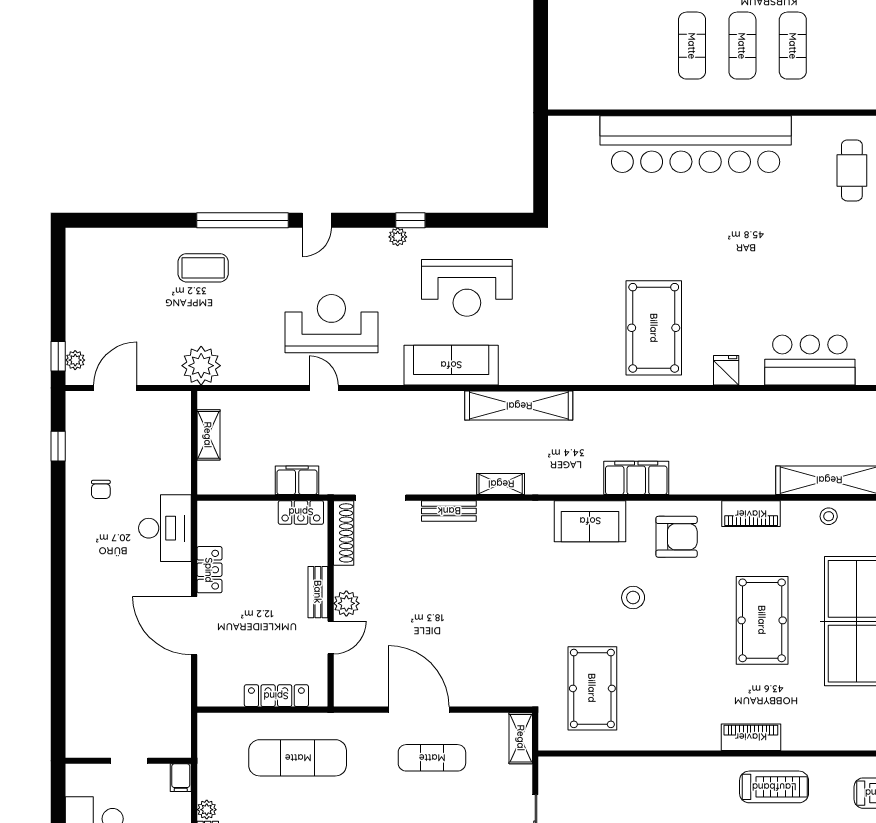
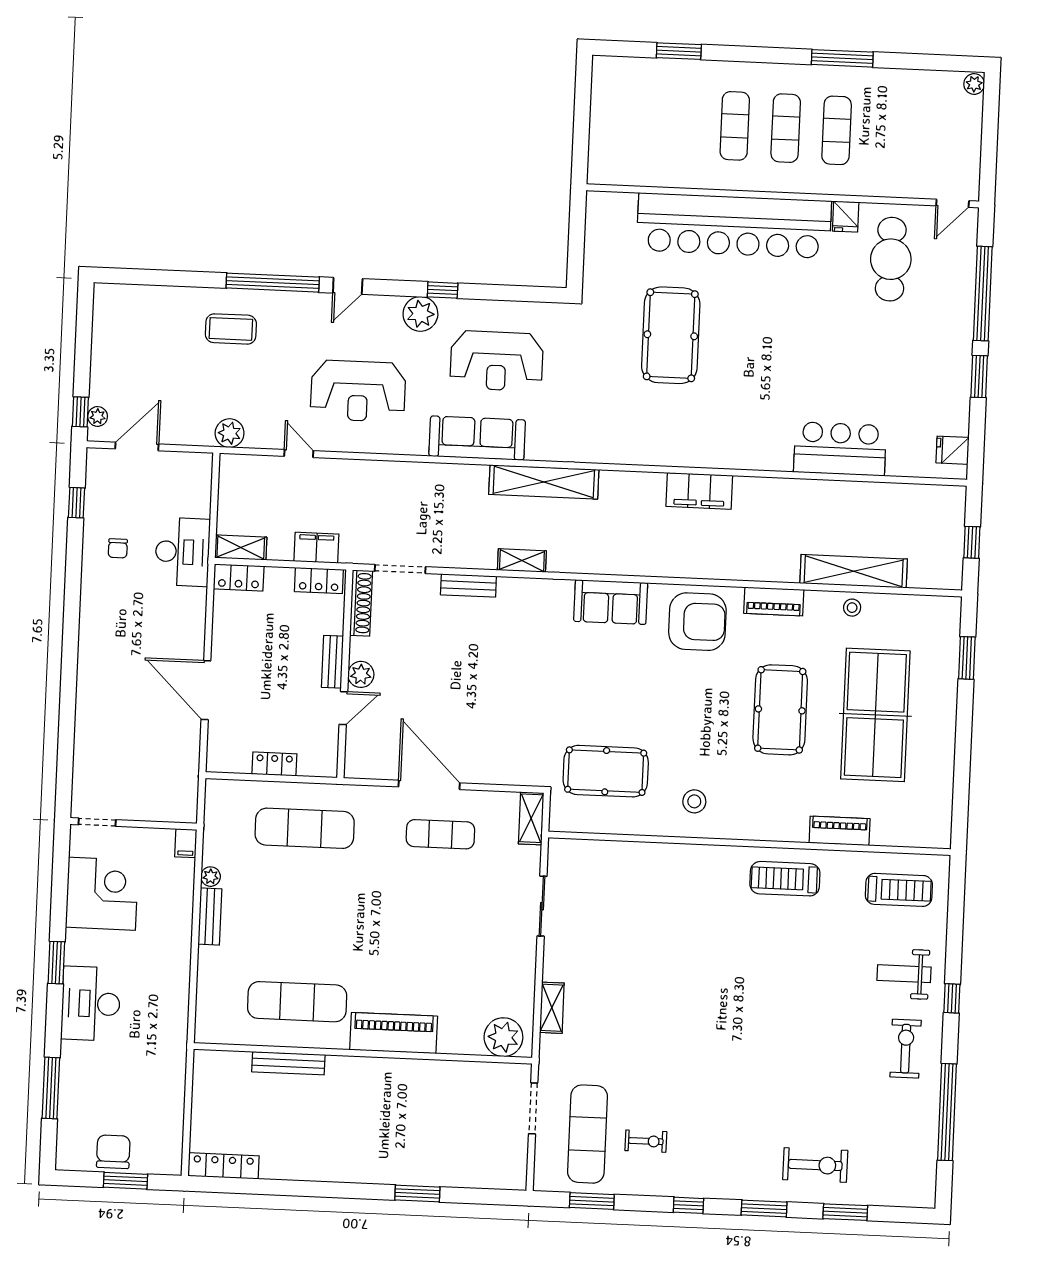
cafe table: (852, 170) -> (891, 259), width x1.37, depth x1.35
plant: (398, 237) -> (420, 314), width x1.88, depth x1.88
reception desk: (331, 324) -> (358, 391), turned 180
pool table: (654, 328) -> (671, 335), moved
plant: (201, 366) -> (230, 433), width x0.73, depth x0.73
fridge: (726, 370) -> (846, 217), moved, turned 180
door: (324, 388) -> (299, 453), moved
shelving: (208, 435) -> (241, 548), moved, turned 90
filing cabinet: (636, 478) -> (699, 491), moved, turned 180
desk: (165, 528) -> (182, 552), moved
armchair: (677, 537) -> (697, 622), width x1.36, depth x1.36
locker: (209, 570) -> (239, 577), moved, turned 90
stool: (633, 598) -> (694, 801), moved
pool table: (592, 688) -> (606, 771), turned 90
locker: (276, 696) -> (274, 764), width x0.66
piano: (751, 737) -> (840, 831), moved
doorway: (129, 761) -> (97, 822), moved
treadmill: (774, 787) -> (785, 879), turned 180

